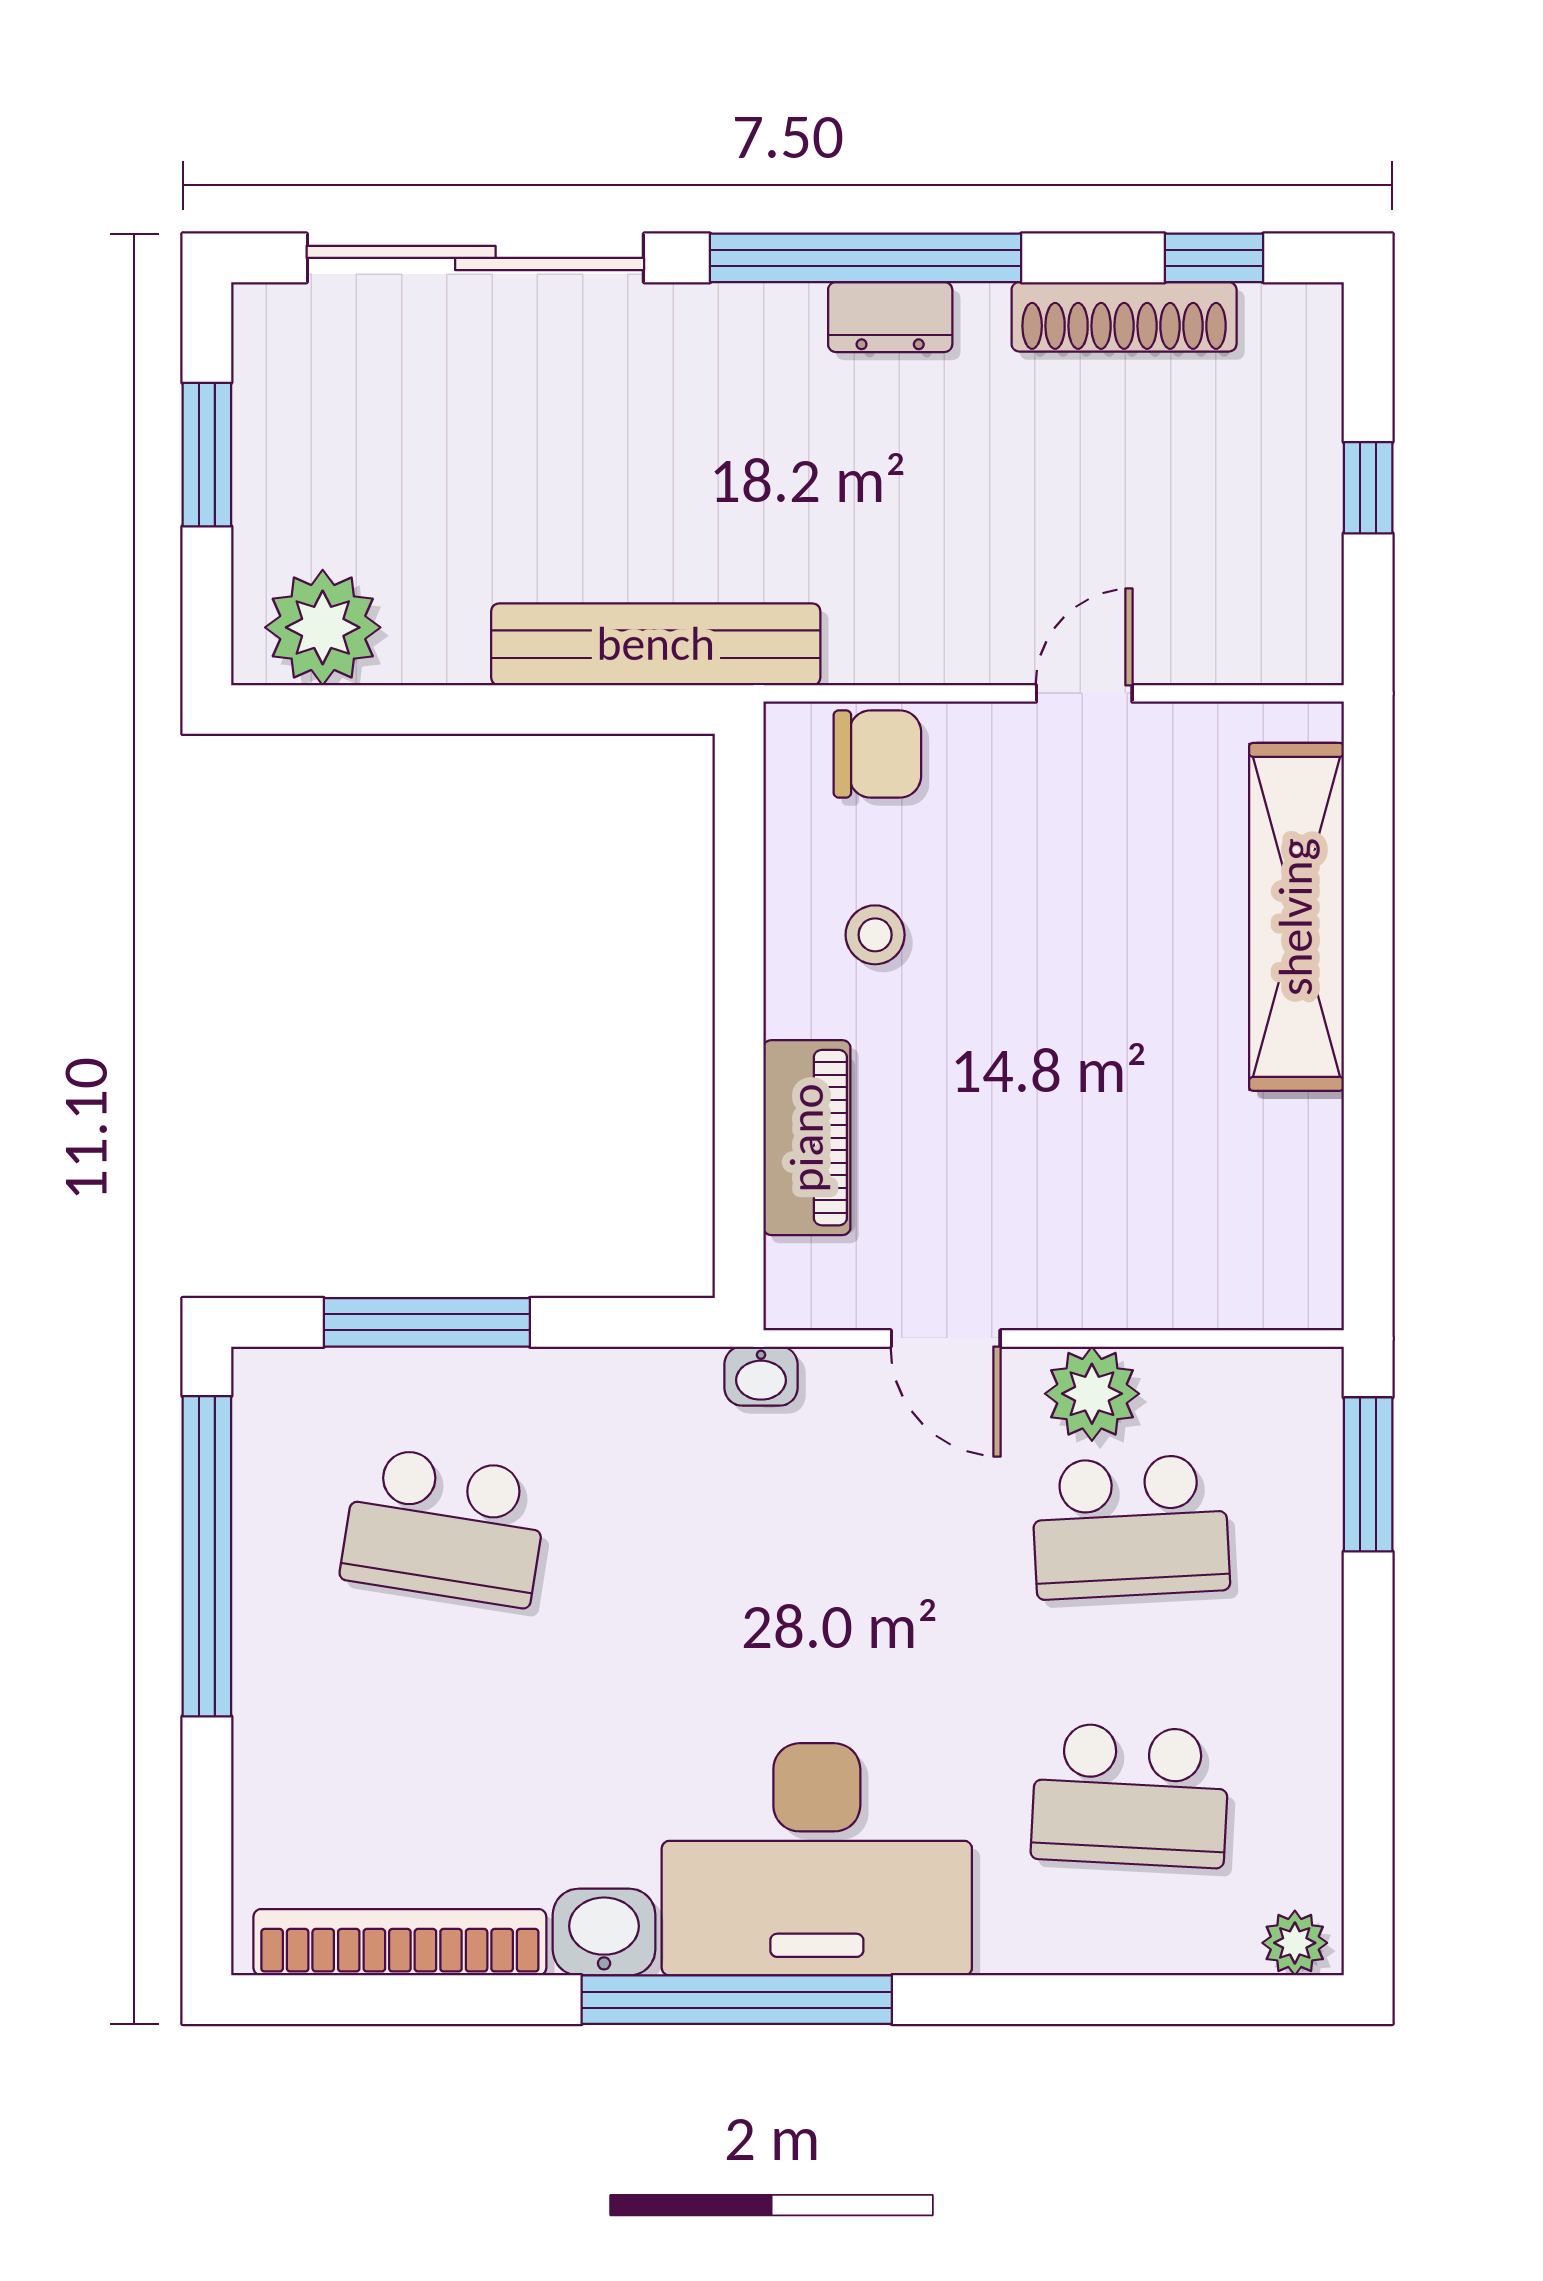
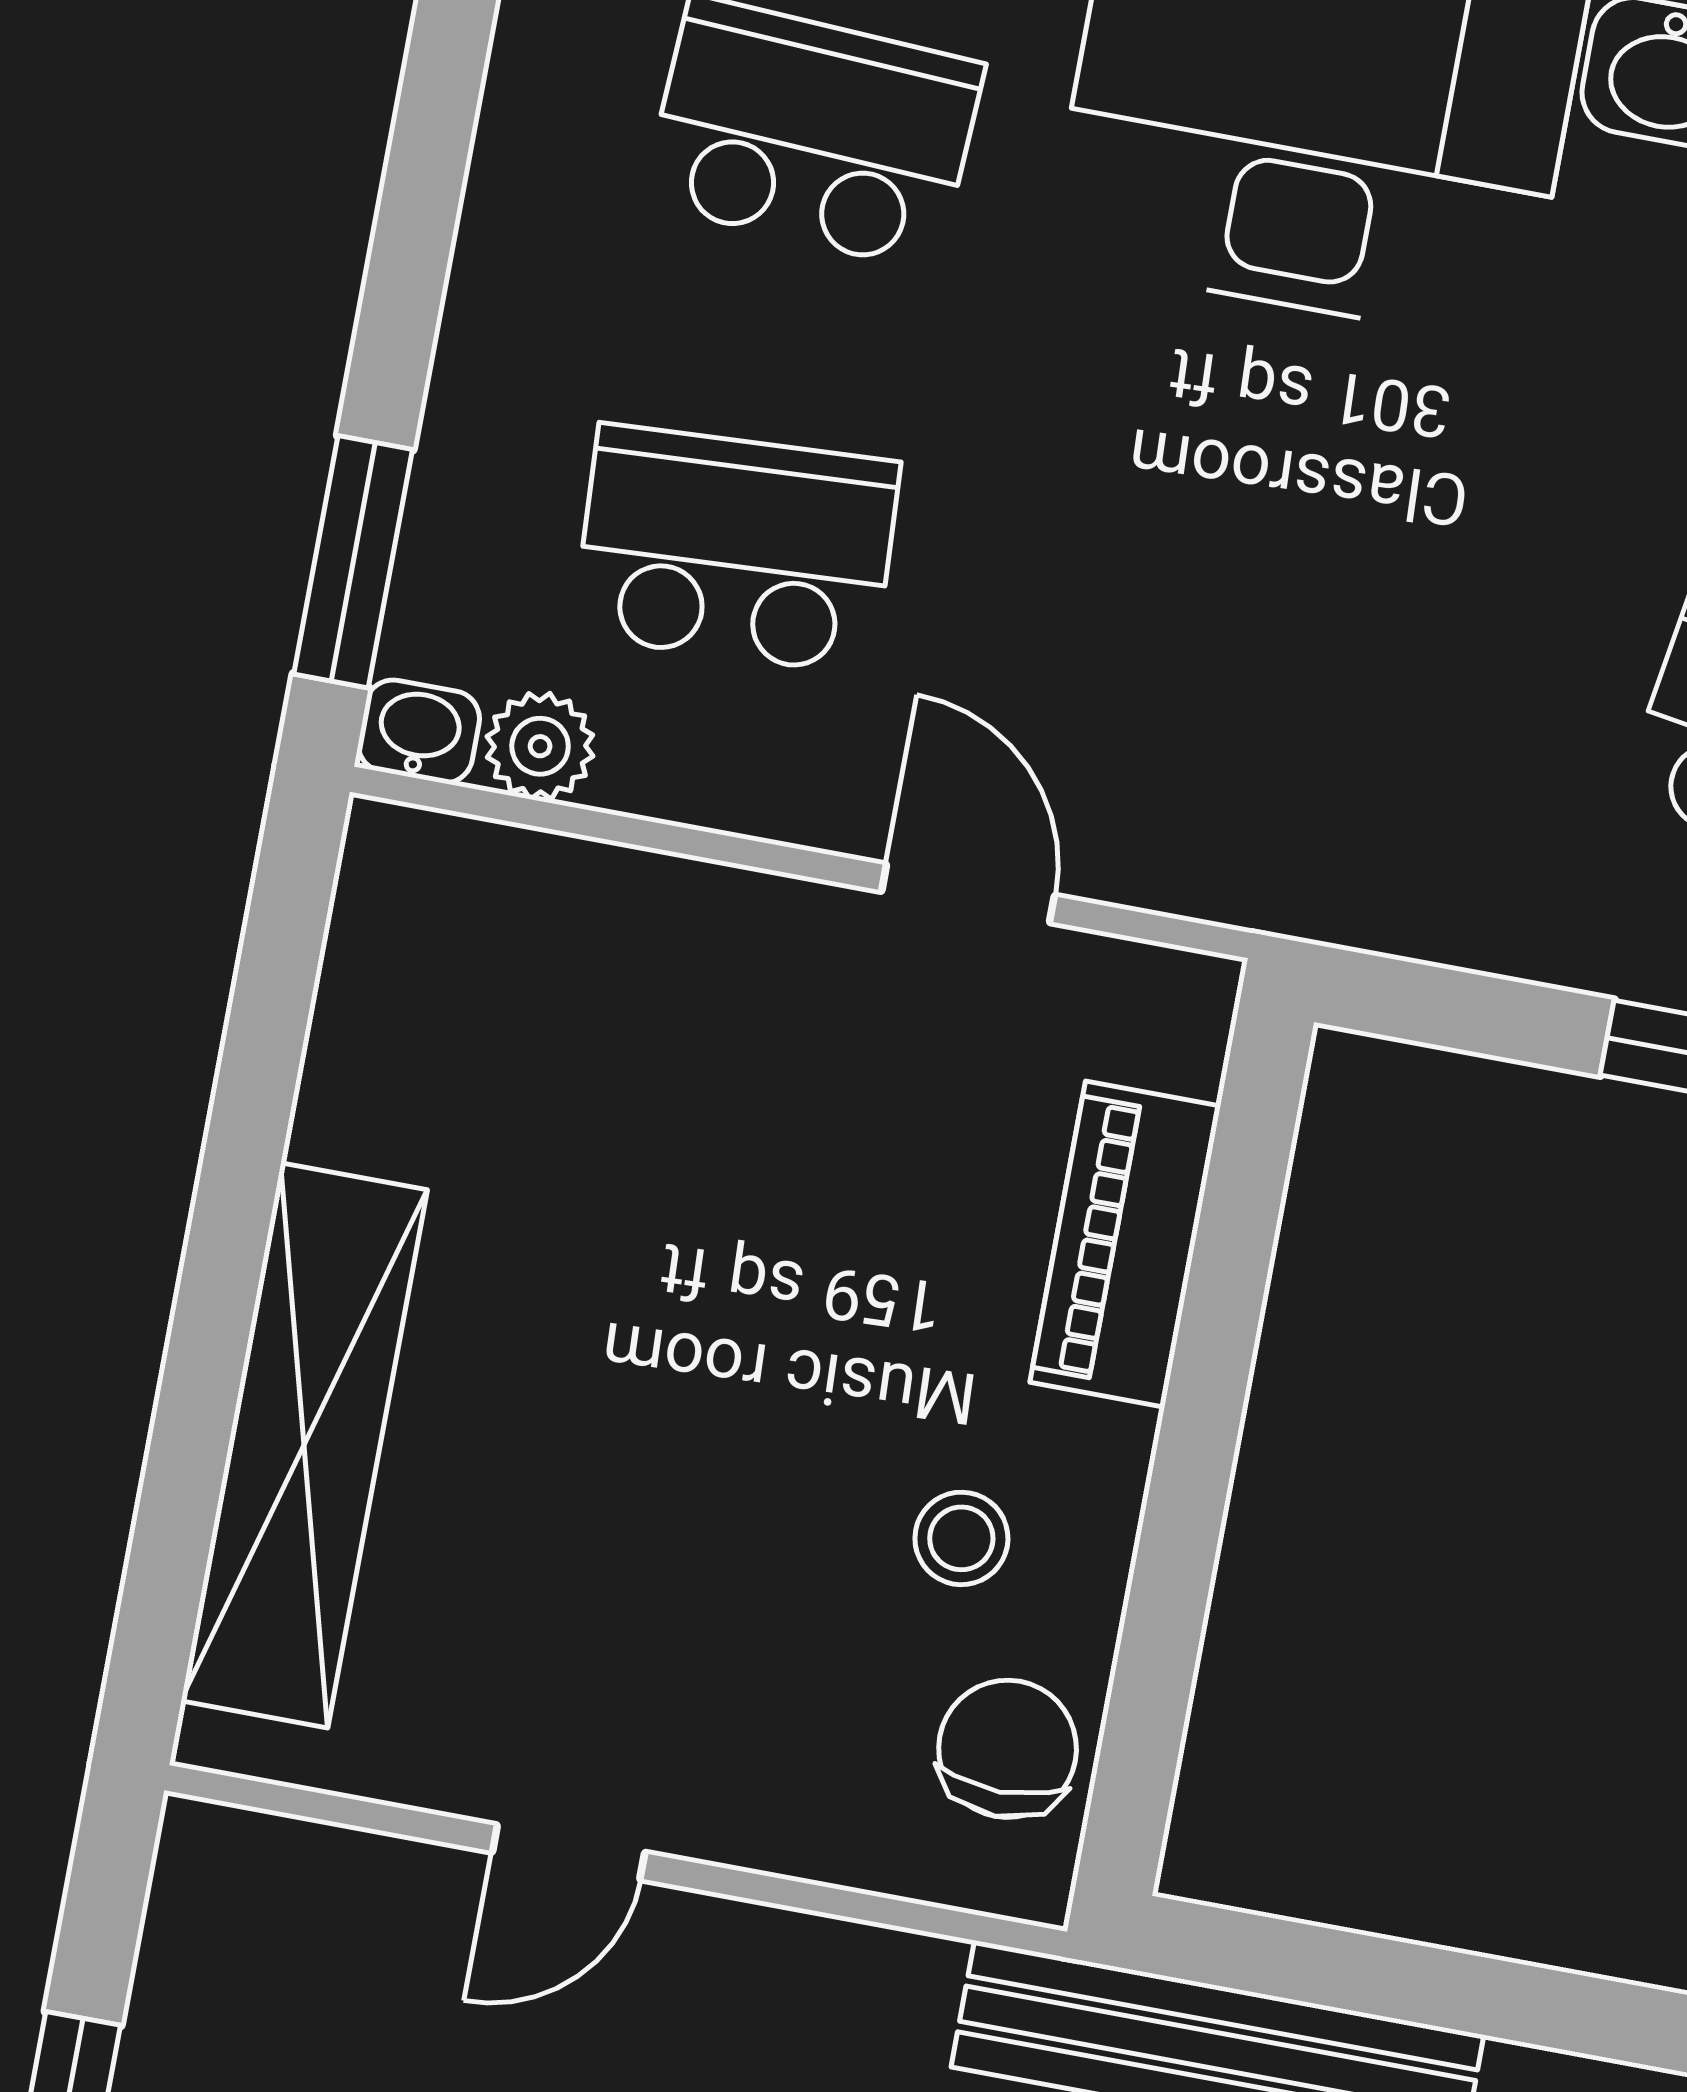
chair: (877, 754) -> (1008, 1749), moved, turned 90
washbasin: (761, 1376) -> (419, 731), moved
plant: (1092, 1394) -> (540, 746), moved, width x0.73, depth x0.73

